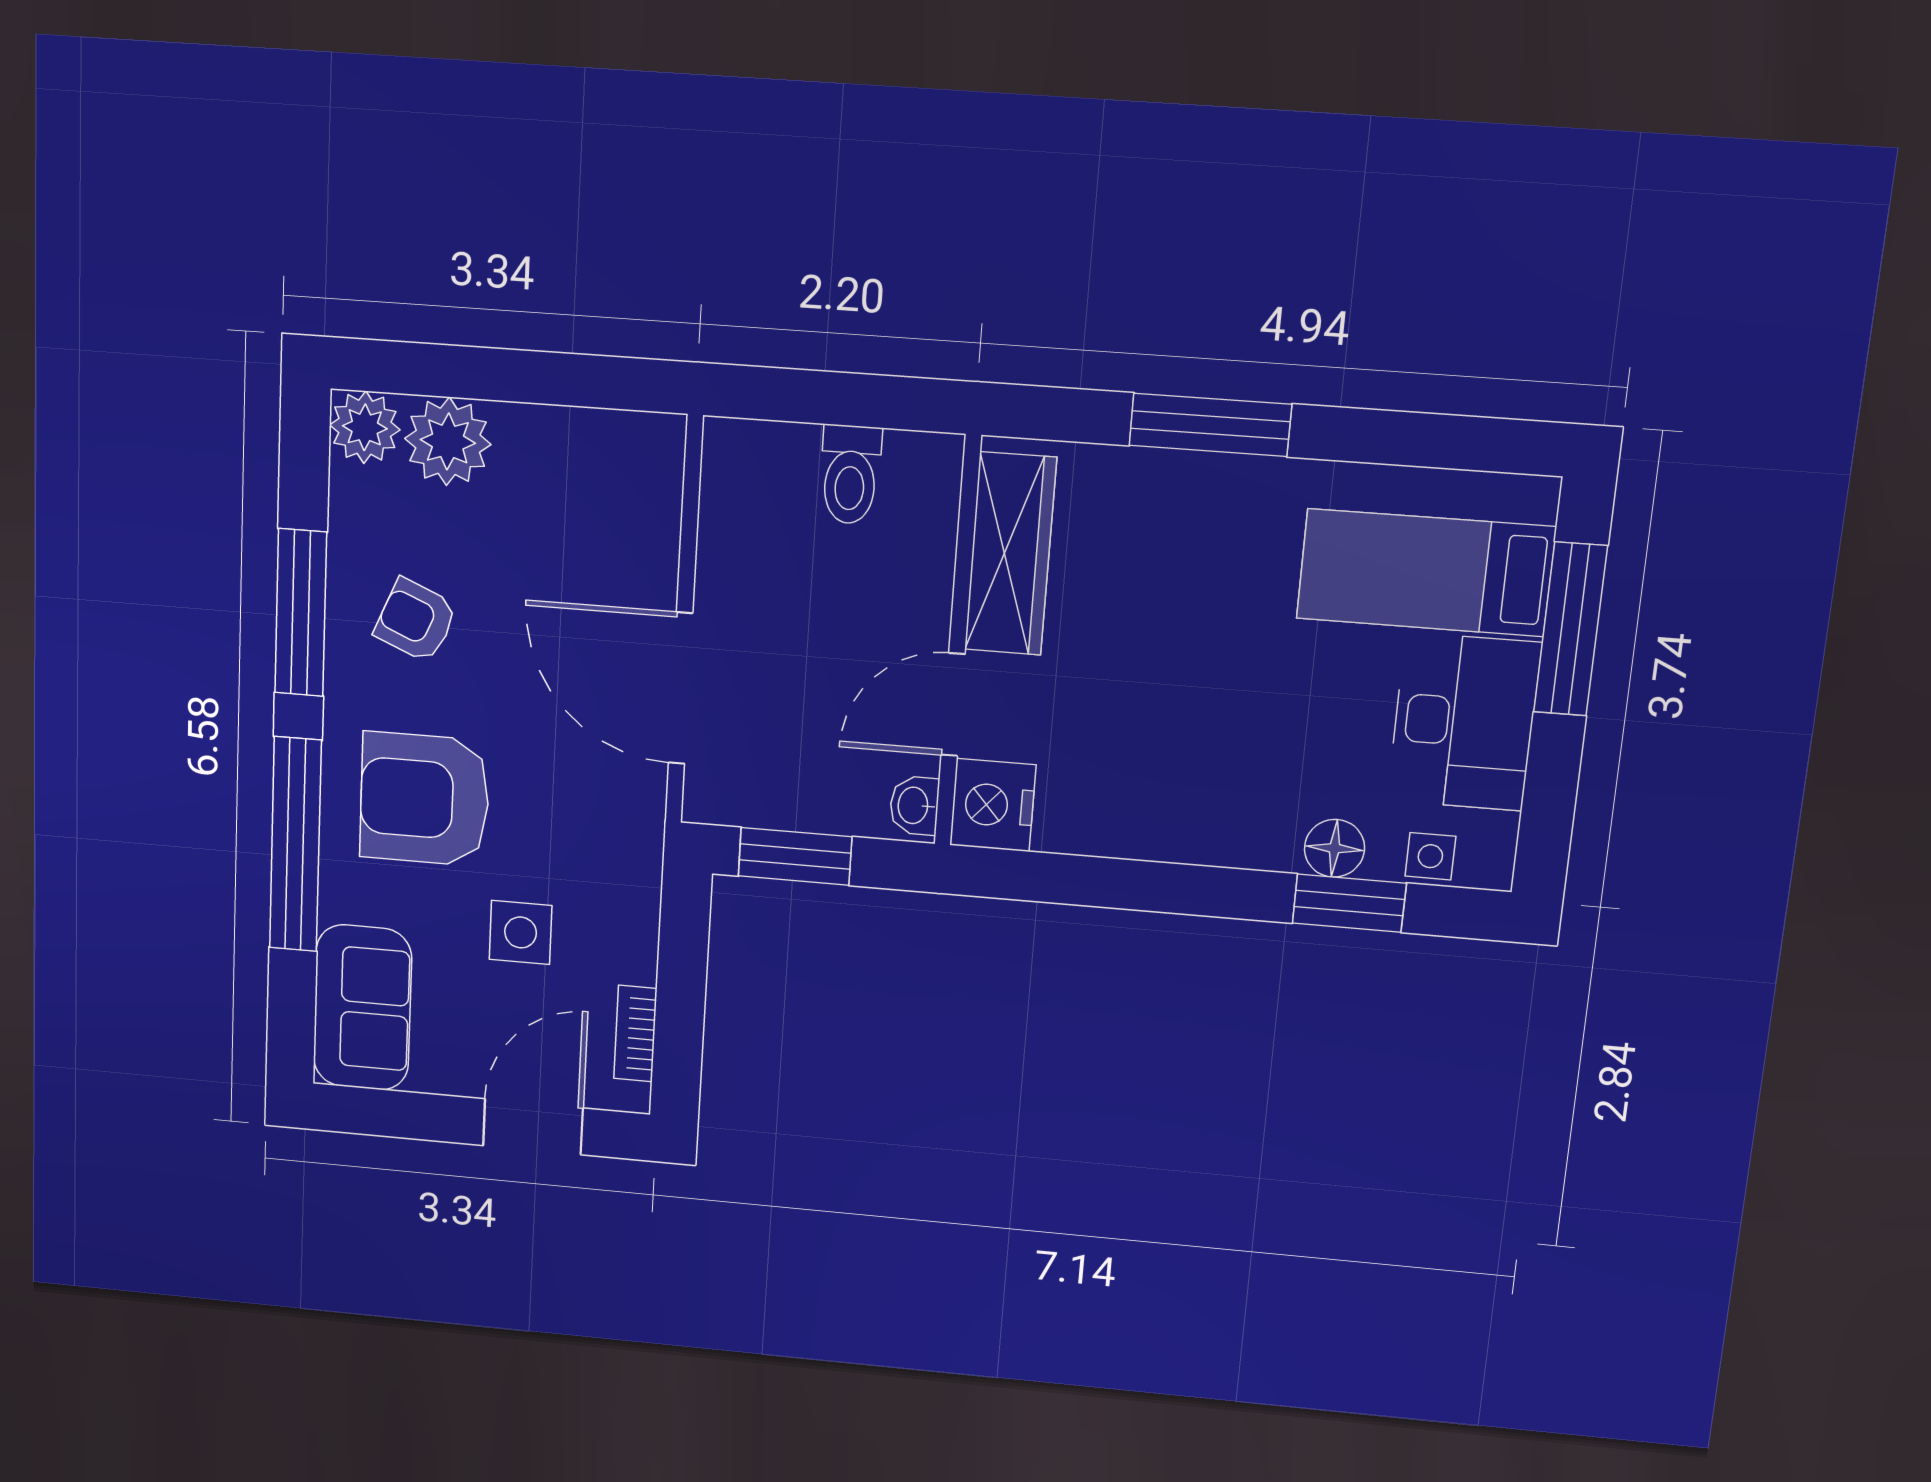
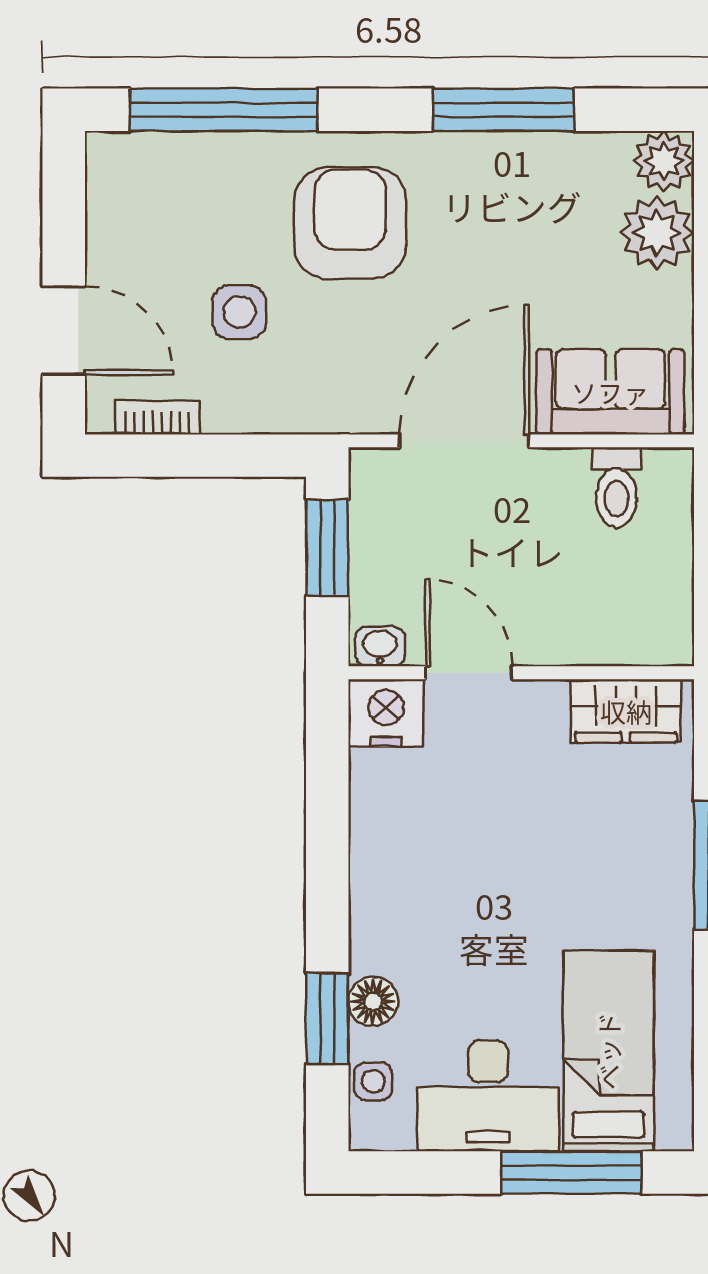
toilet: (850, 475) -> (616, 487), moved, turned -90
wardrobe: (1010, 554) -> (626, 711), width x0.67
armchair: (416, 620) -> (504, 210), removed
window: (295, 845) -> (224, 110), moved
sofa: (362, 1008) -> (610, 392), moved, turned 180

